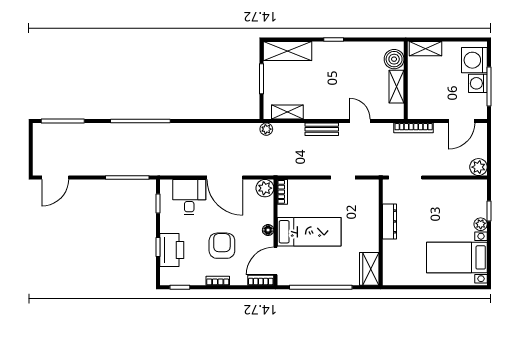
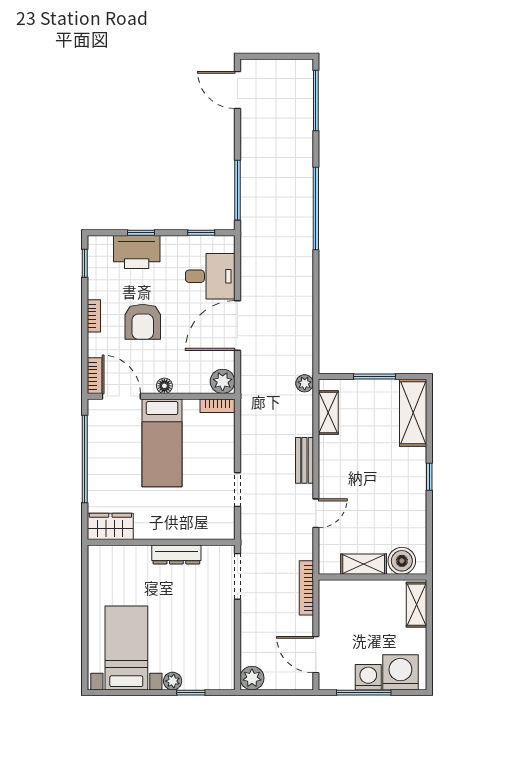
armchair: (222, 246) -> (143, 322), turned 90

